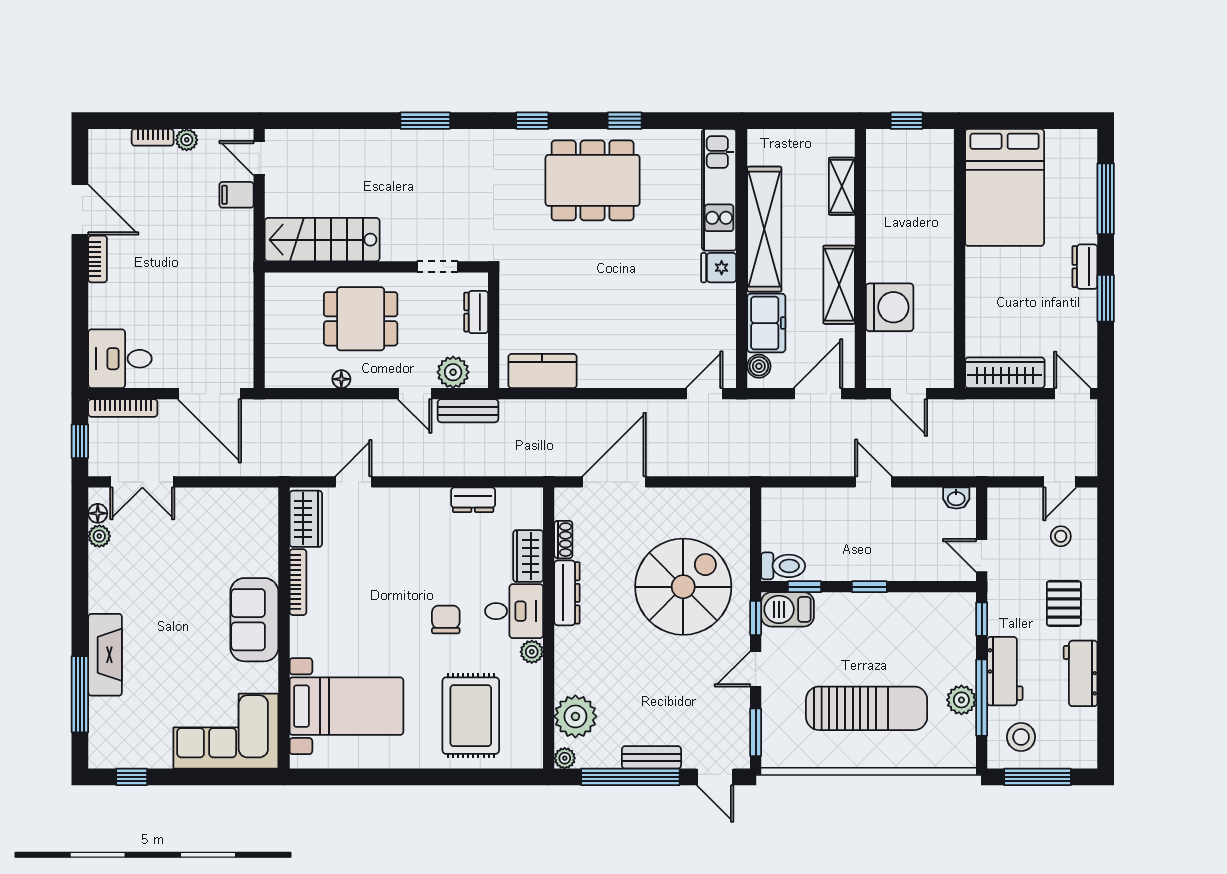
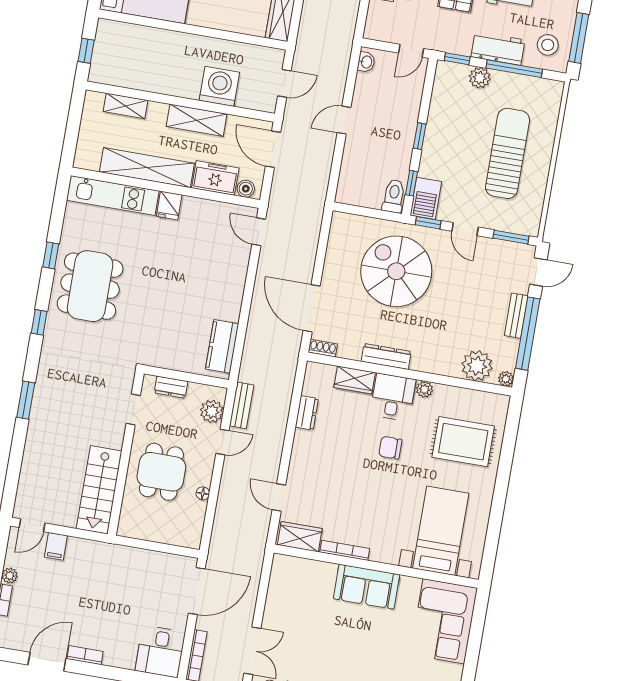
shoe rack: (563, 540) -> (323, 348), moved
plant: (961, 700) -> (480, 78), moved

